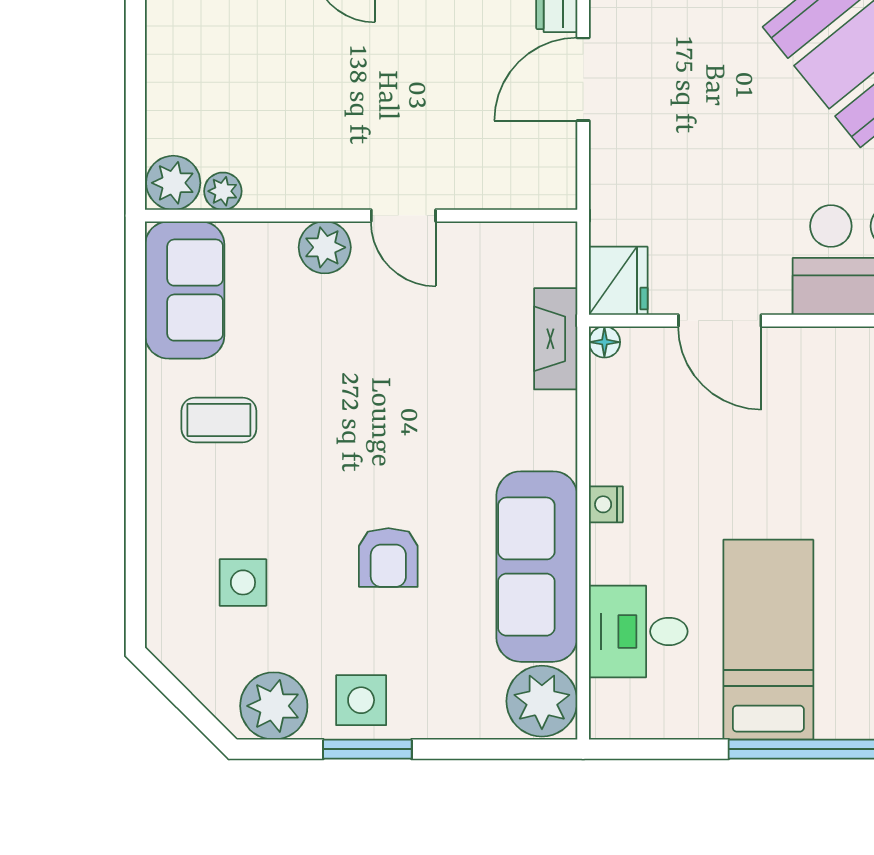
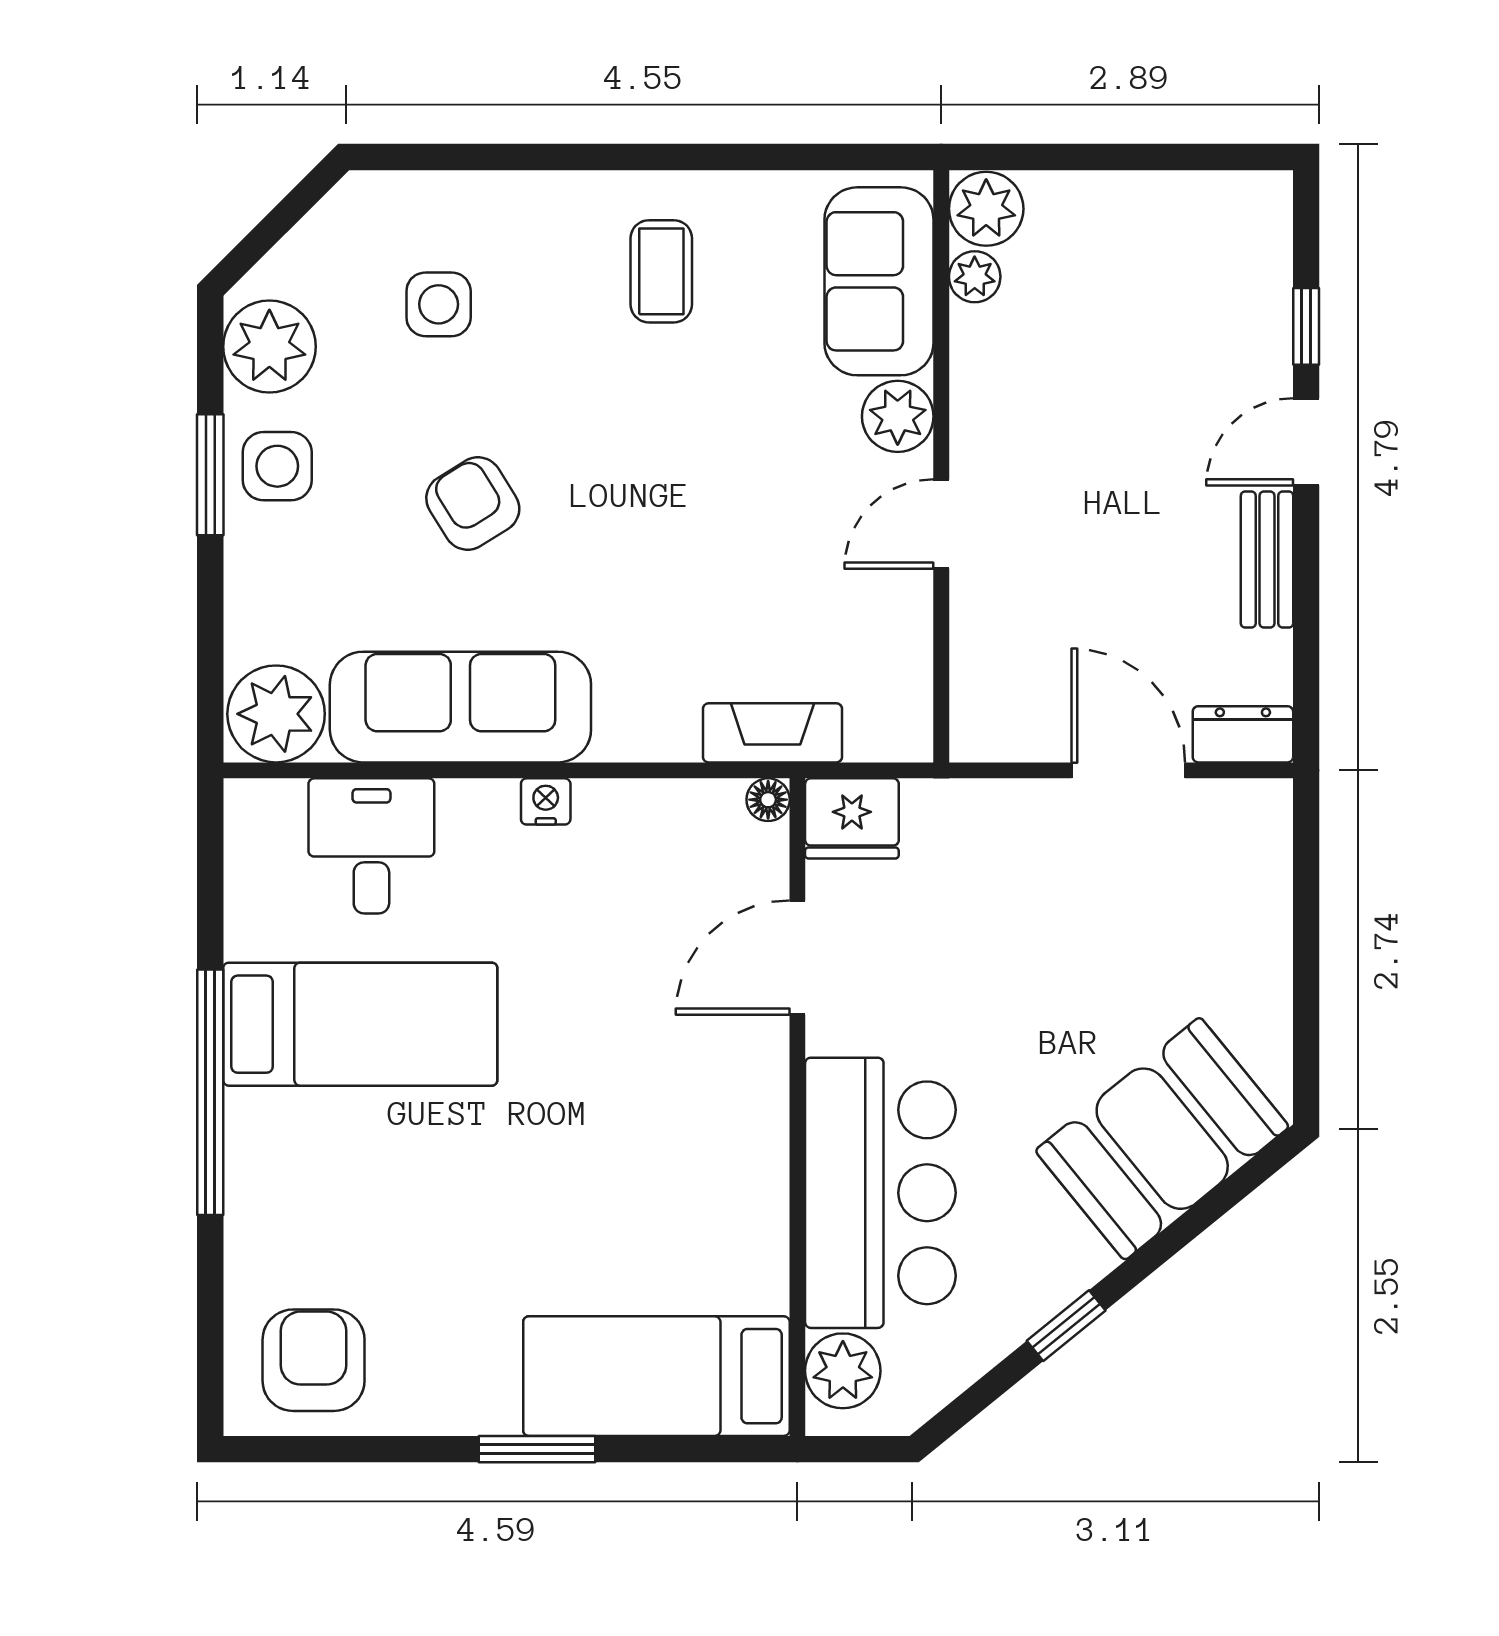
sofa: (185, 290) -> (879, 281), moved, turned 90
armchair: (388, 558) -> (473, 503), turned 58

